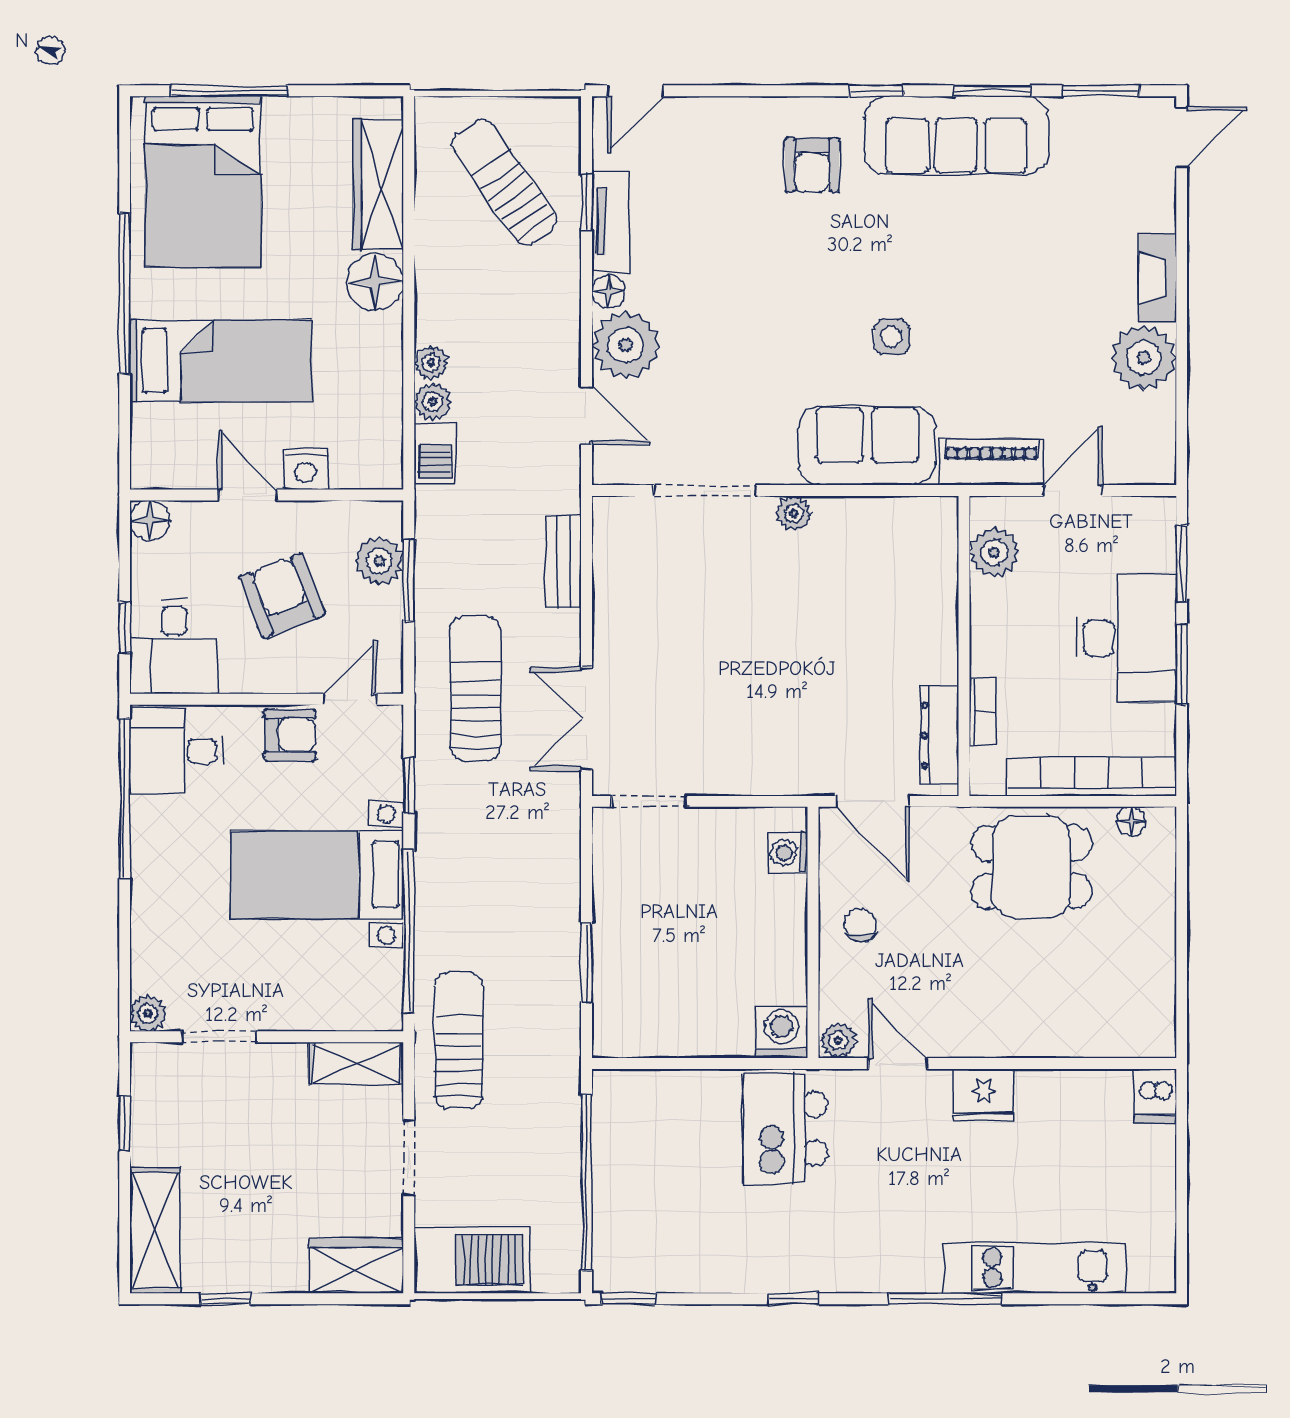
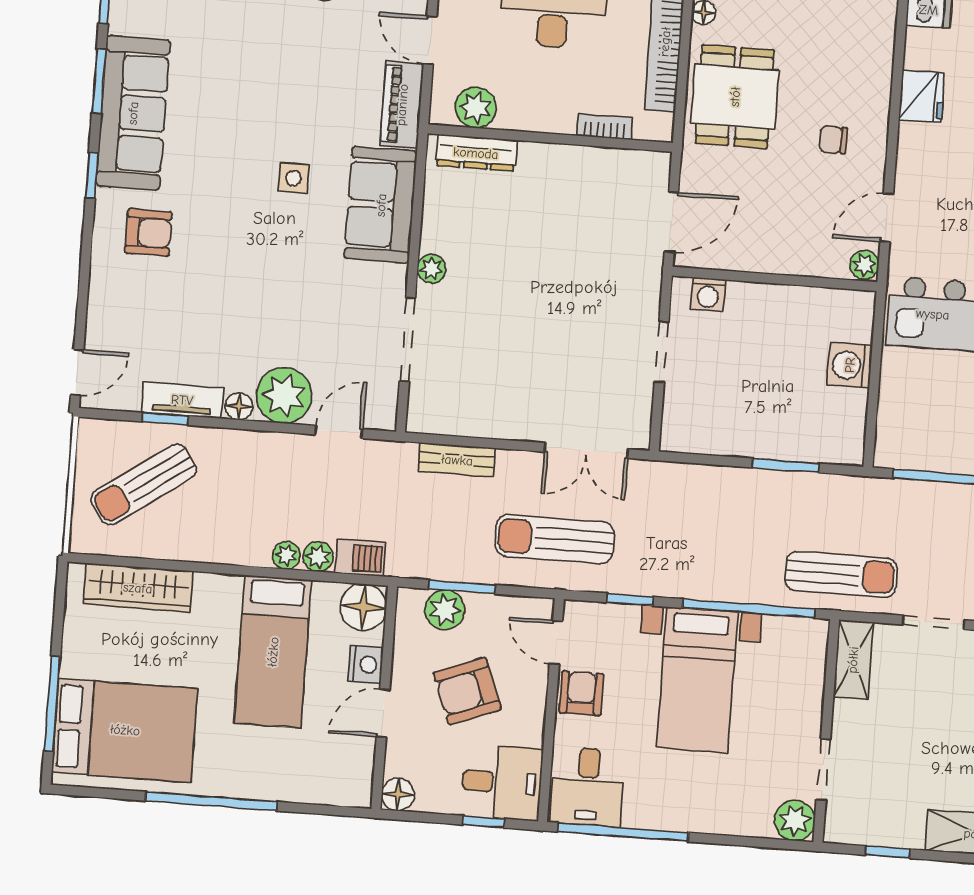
door: (635, 91) -> (77, 372), hinge flipped
floor lamp: (375, 282) -> (363, 607), moved
bed: (221, 360) -> (273, 652), moved, turned 180
dresser: (939, 736) -> (476, 153), moved
doorway: (649, 801) -> (662, 352), moved
chair: (860, 925) -> (833, 140), moved
plant: (148, 1013) -> (795, 820), width x1.38, depth x1.38
washing machine: (781, 1032) -> (850, 365), moved
sun lounger: (459, 1041) -> (841, 574), turned 180
fridge: (984, 1095) -> (922, 96), moved

